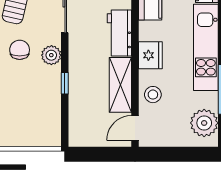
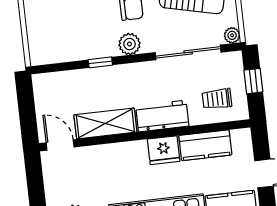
fridge: (150, 55) -> (164, 150), moved
stool: (153, 95) -> (99, 160), removed

